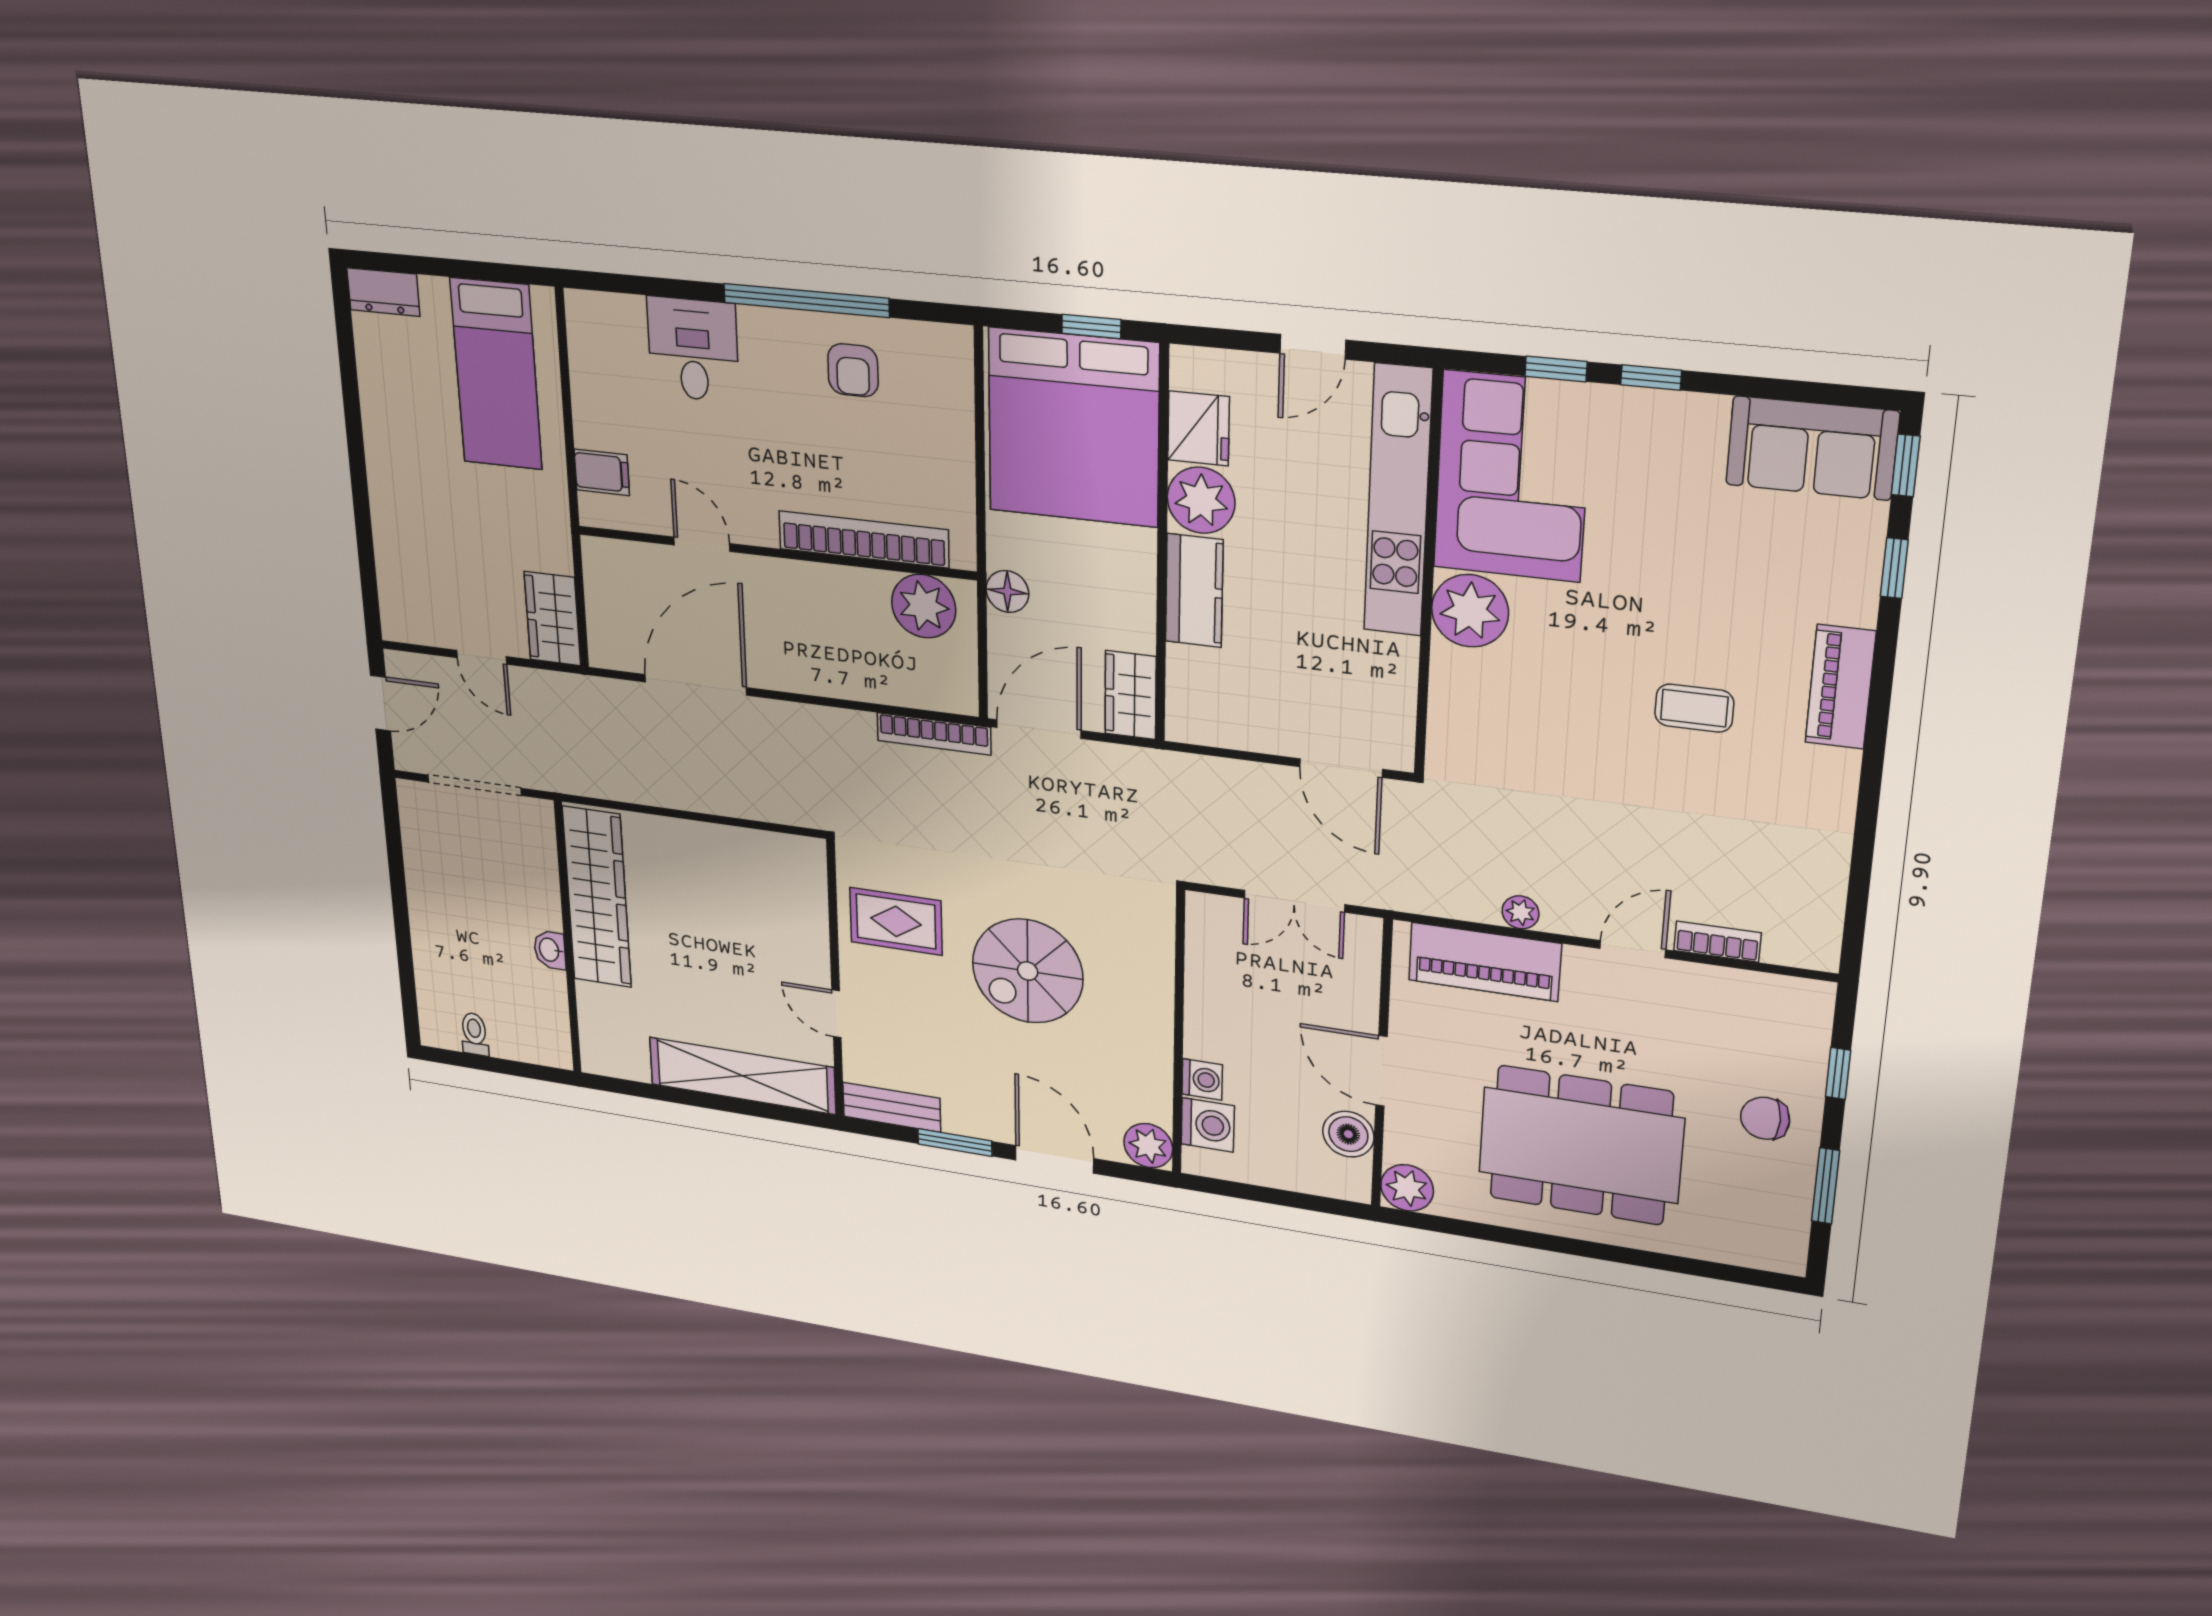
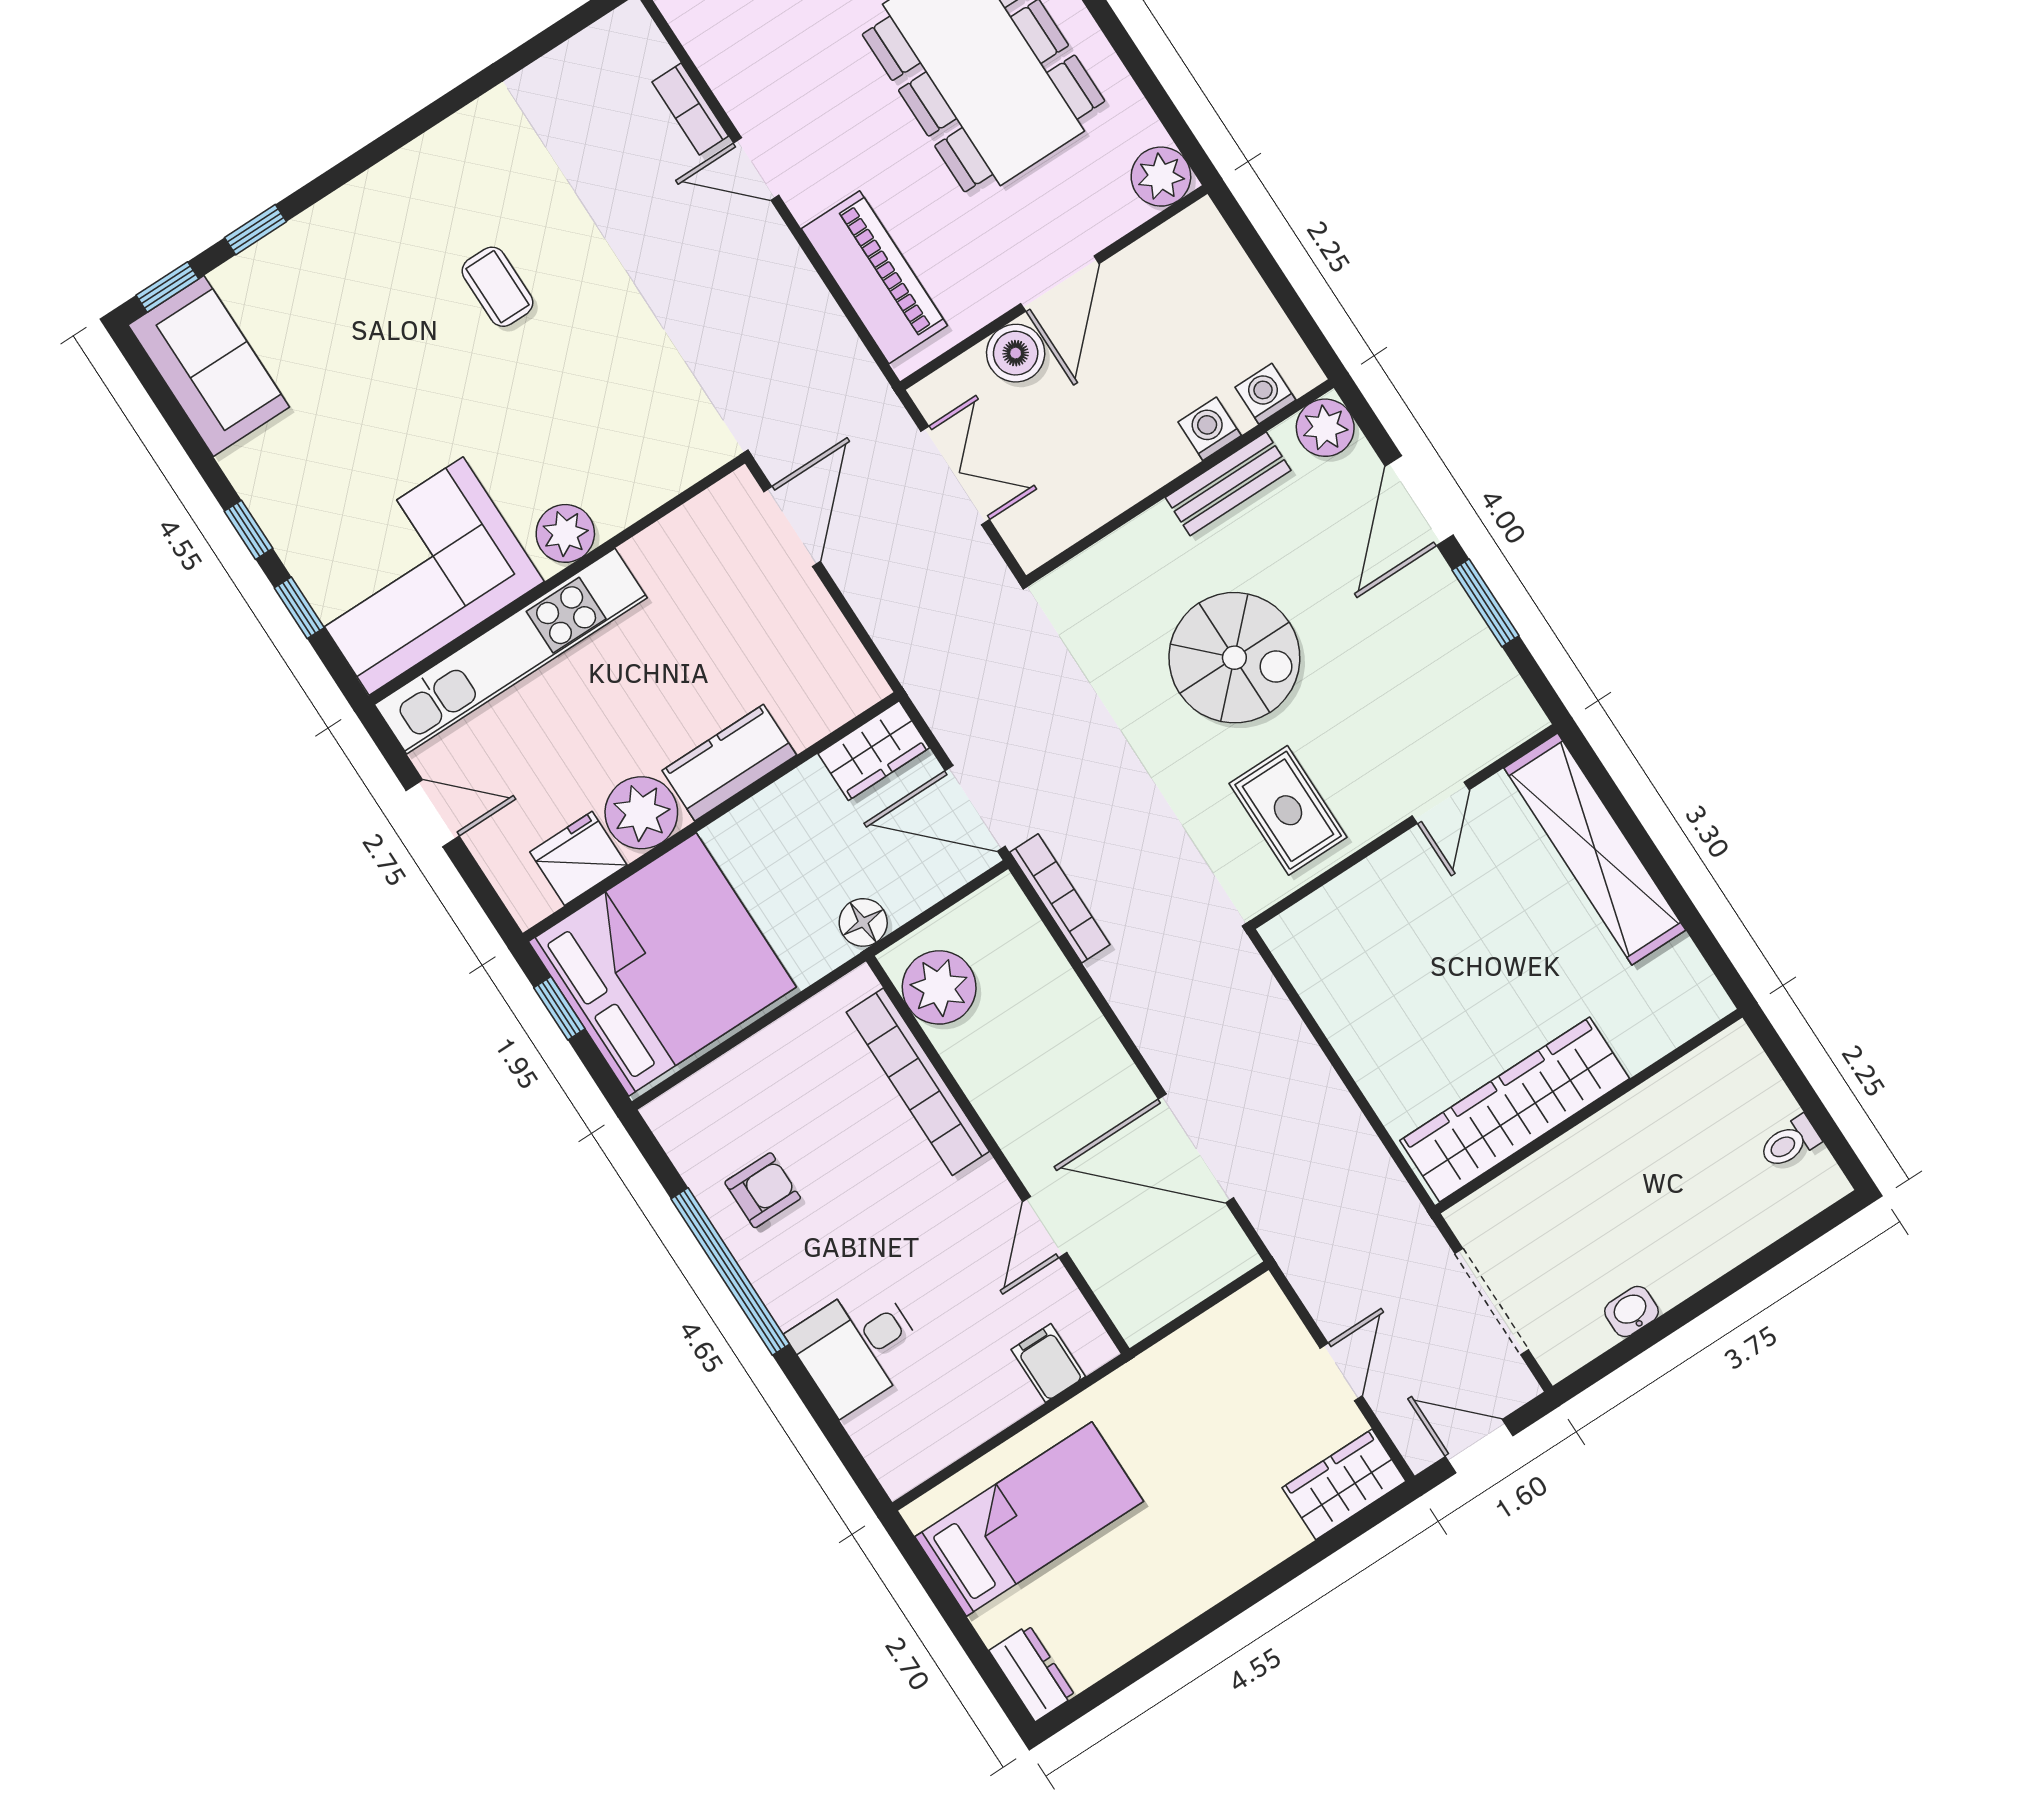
plant: (1470, 611) -> (565, 533), width x0.73, depth x0.73
wardrobe: (552, 619) -> (1344, 1484), moved, turned 180
piano: (1840, 687) -> (386, 191), removed
plant: (1521, 912) -> (801, 283), removed
washbasin: (550, 950) -> (1631, 1311), moved, turned 180
bench: (892, 1107) -> (1228, 484), moved, turned 90
washing machine: (1208, 1125) -> (1265, 394), width x0.73, depth x0.73
boiler: (1348, 1134) -> (1016, 353), moved

